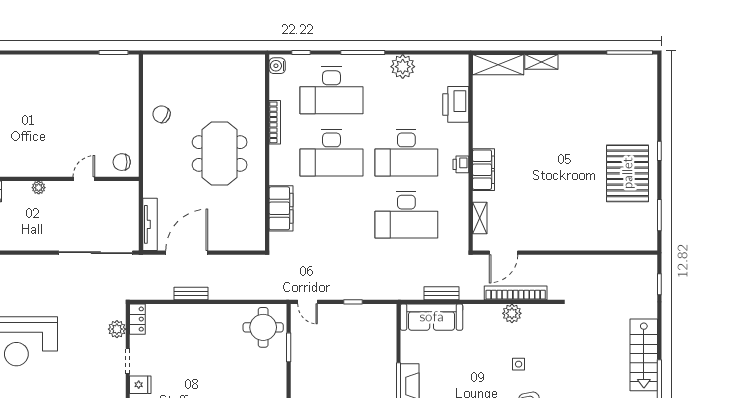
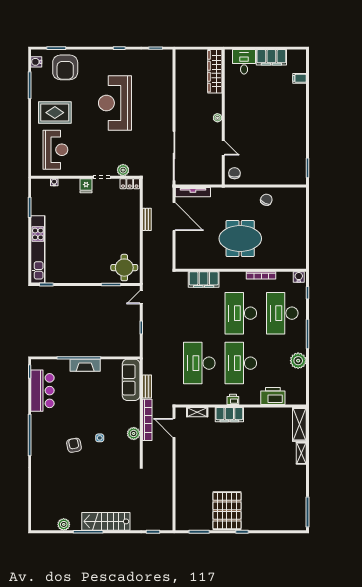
pallet: (628, 173) -> (227, 511), turned 90
bookcase: (516, 293) -> (147, 420), moved

